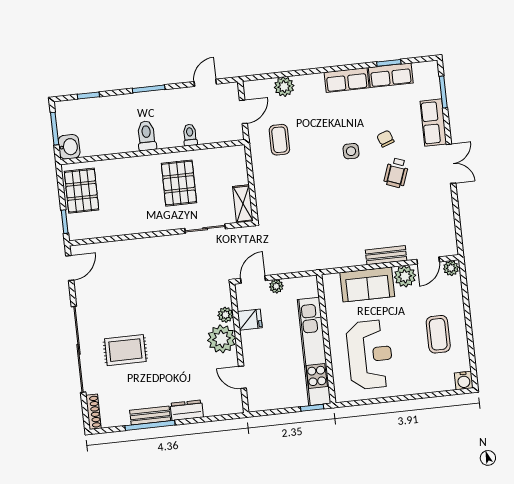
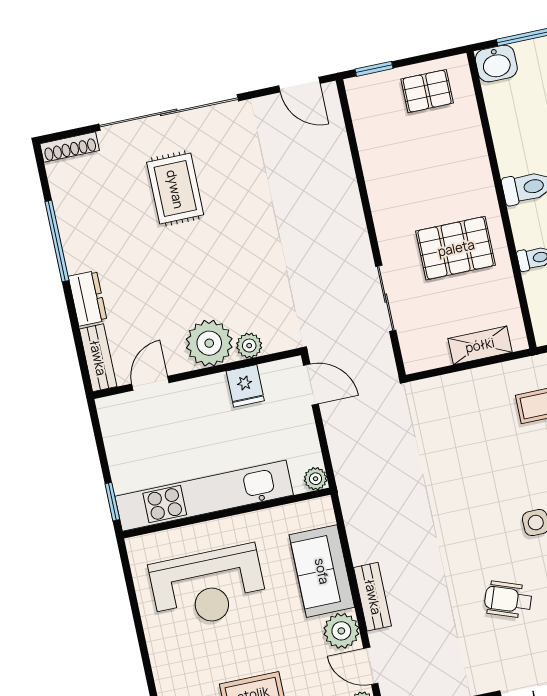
pallet: (82, 191) -> (427, 91), width x0.67, depth x0.71
shelving: (243, 204) -> (480, 345), moved
plant: (276, 286) -> (316, 479), moved
bench: (150, 416) -> (98, 358), moved

